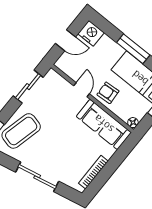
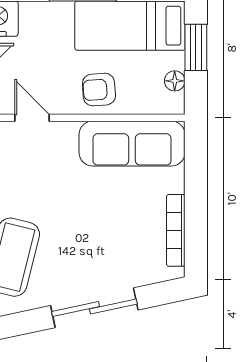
door: (82, 90) -> (32, 118), moved
floor lamp: (133, 123) -> (175, 81), moved

